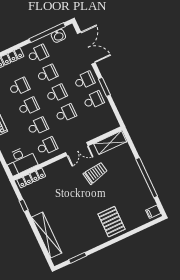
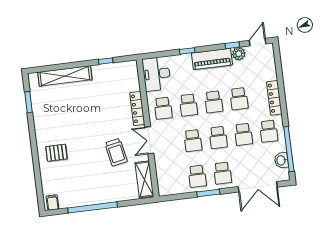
locker: (31, 178) -> (137, 108), moved
pallet: (112, 222) -> (56, 153), width x0.67, depth x0.71

